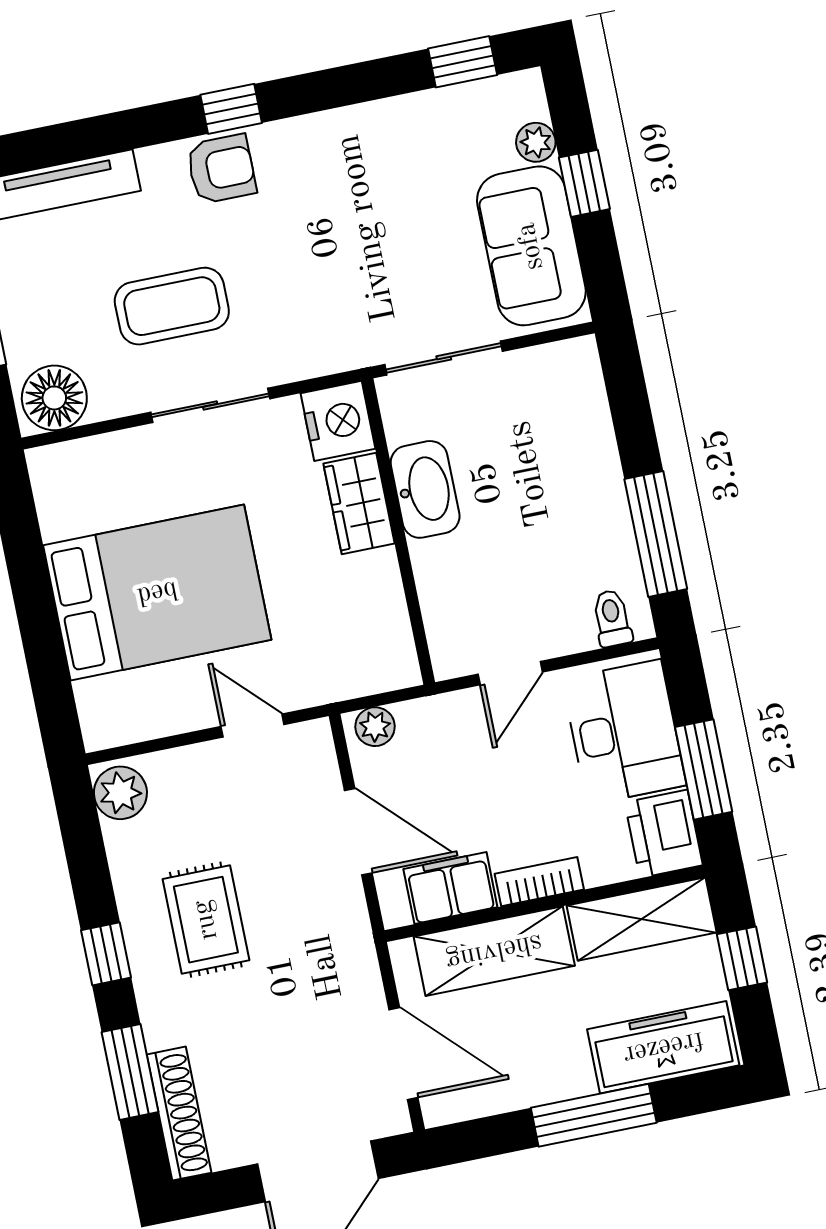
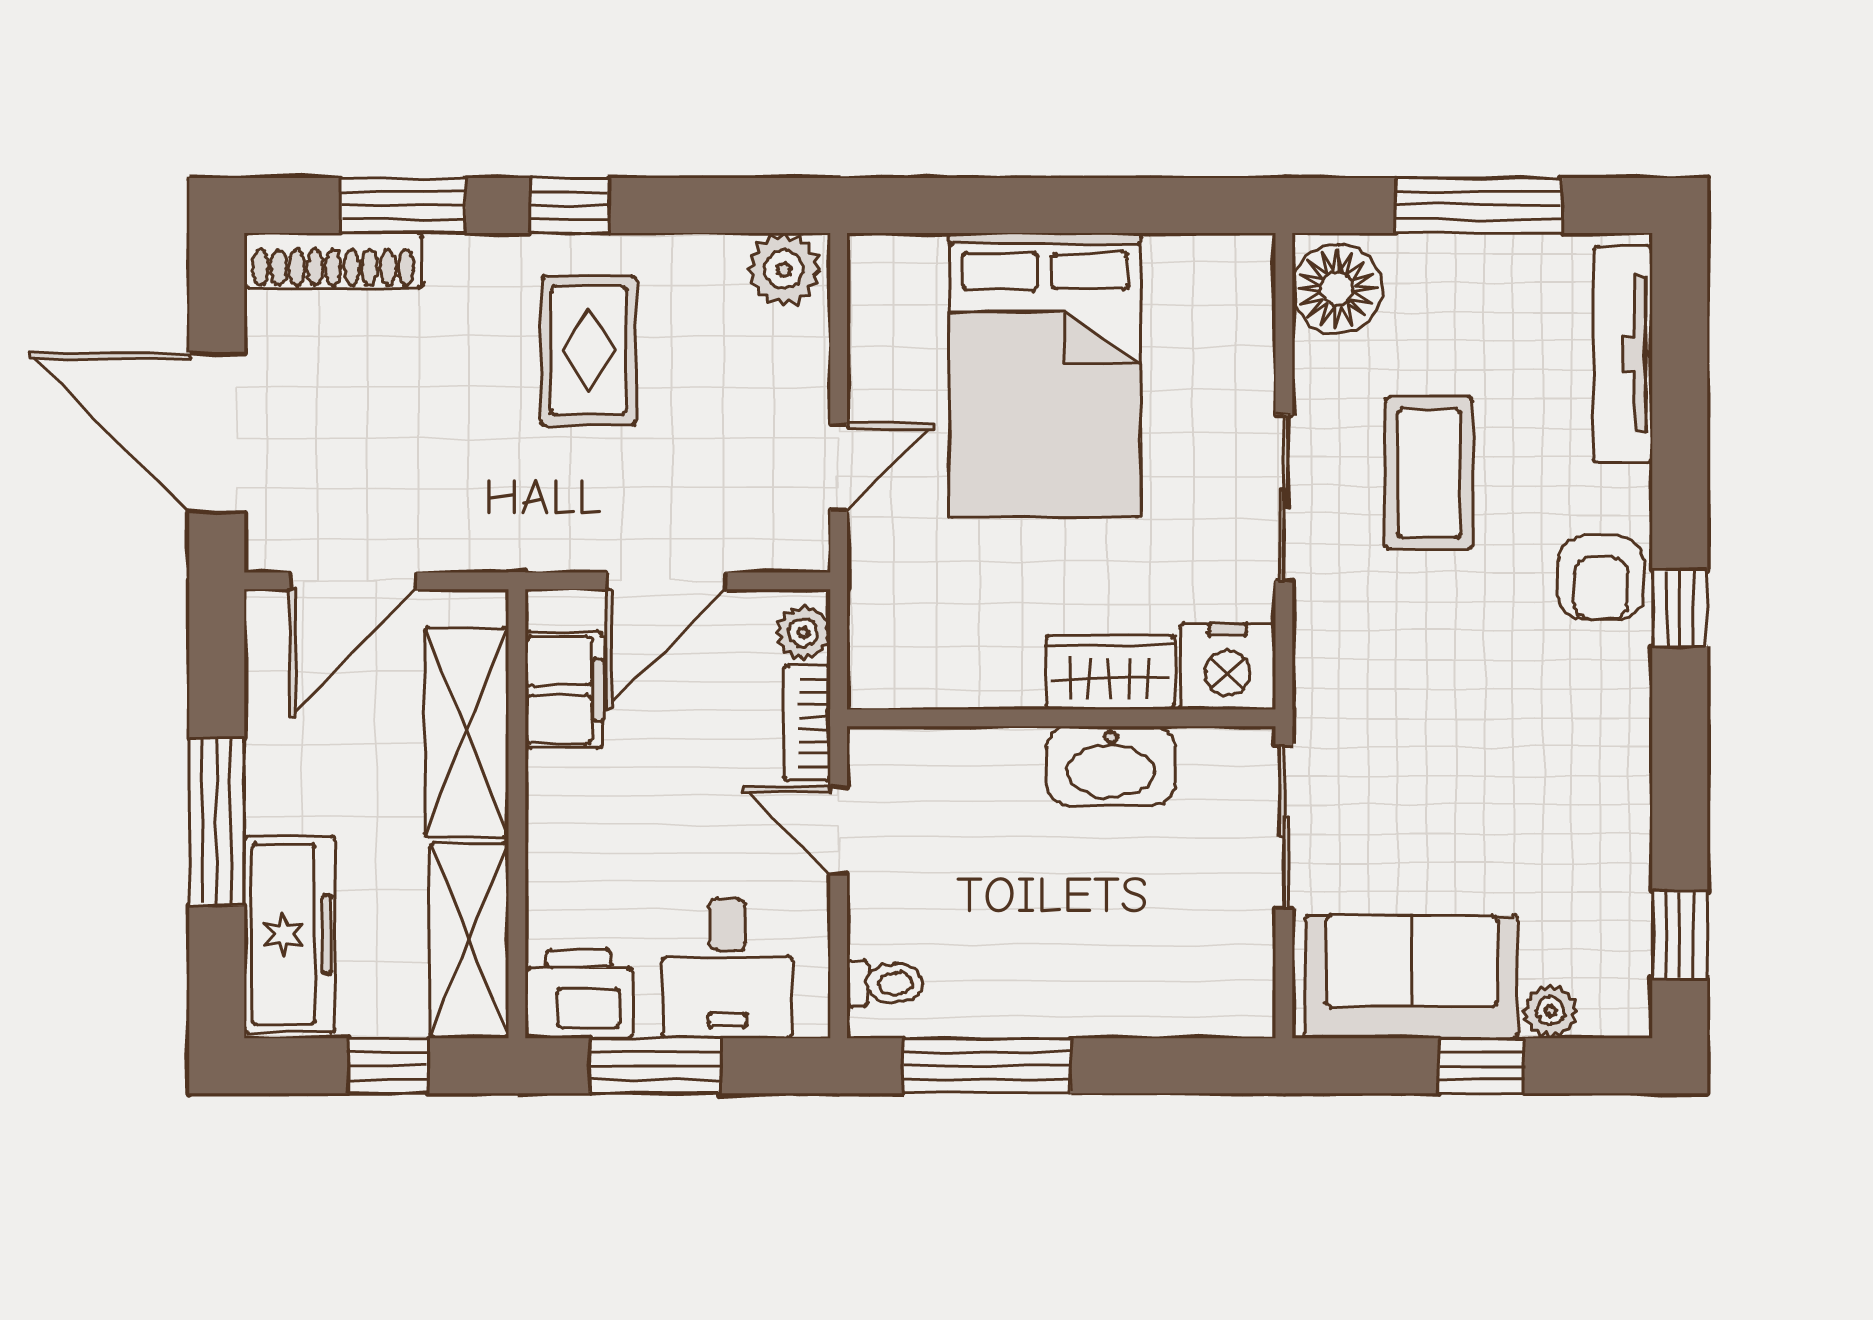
desk: (624, 732) -> (727, 968), width x0.73
bookcase: (539, 882) -> (807, 723), moved, turned 180
rug: (206, 920) -> (589, 350), turned 90

